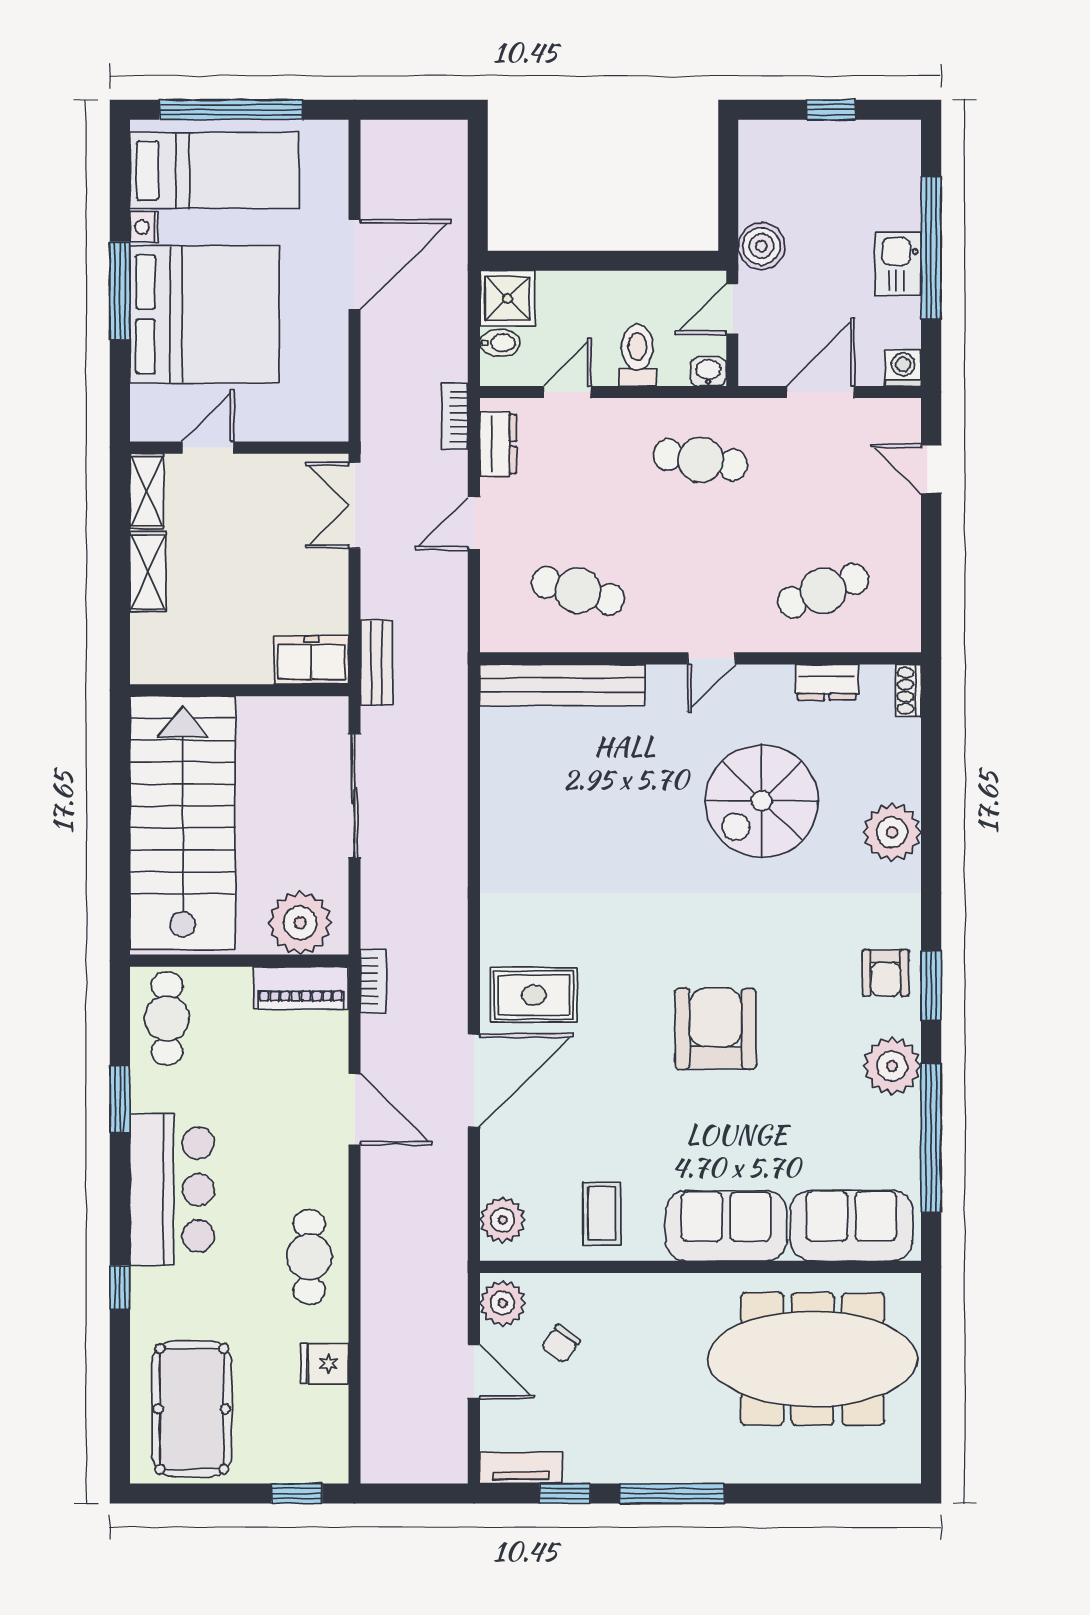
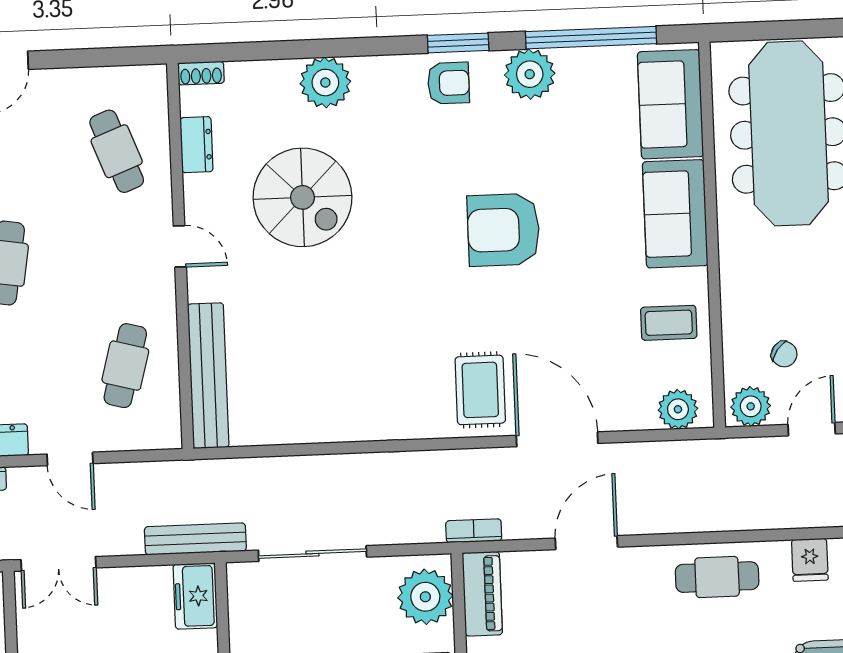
bench: (377, 663) -> (195, 539), width x1.36

